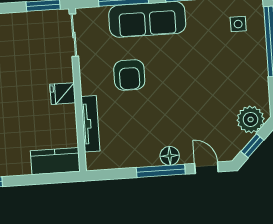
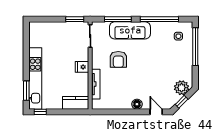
window: (161, 171) -> (132, 112), removed

